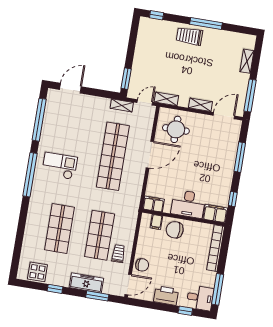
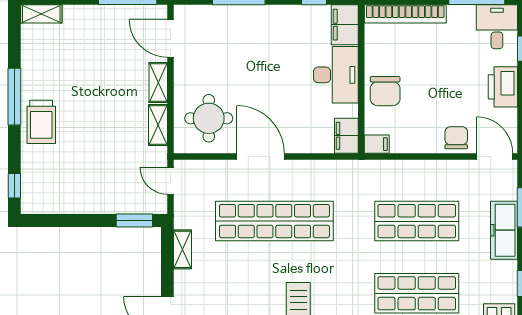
shelving: (247, 61) -> (41, 14), moved
shelving: (166, 99) -> (158, 125), moved
shelving: (122, 105) -> (182, 249), moved
filing cabinet: (156, 222) -> (377, 144), moved
trolley: (118, 254) -> (443, 183), removed

